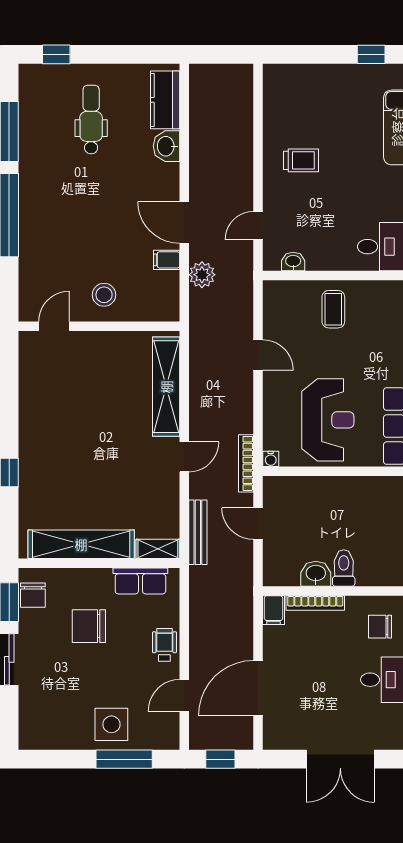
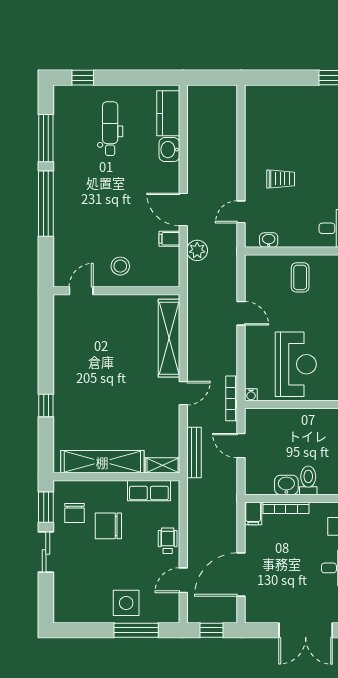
trolley: (301, 160) -> (281, 179), moved
chair: (33, 595) -> (75, 513), moved

